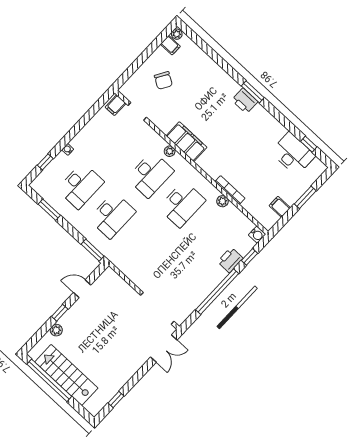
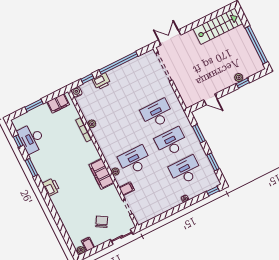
sliding door: (131, 70) -> (122, 237), added
window: (253, 92) -> (31, 168), moved
filing cabinet: (116, 105) -> (127, 189), moved
window: (45, 162) -> (213, 191), moved
desk: (182, 204) -> (157, 114), moved
filing cabinet: (280, 207) -> (58, 103), width x2.00
window: (92, 250) -> (199, 134), moved
window: (60, 313) -> (243, 83), moved
stairs: (66, 375) -> (218, 26), moved, turned -90
window: (116, 400) -> (215, 15), removed

